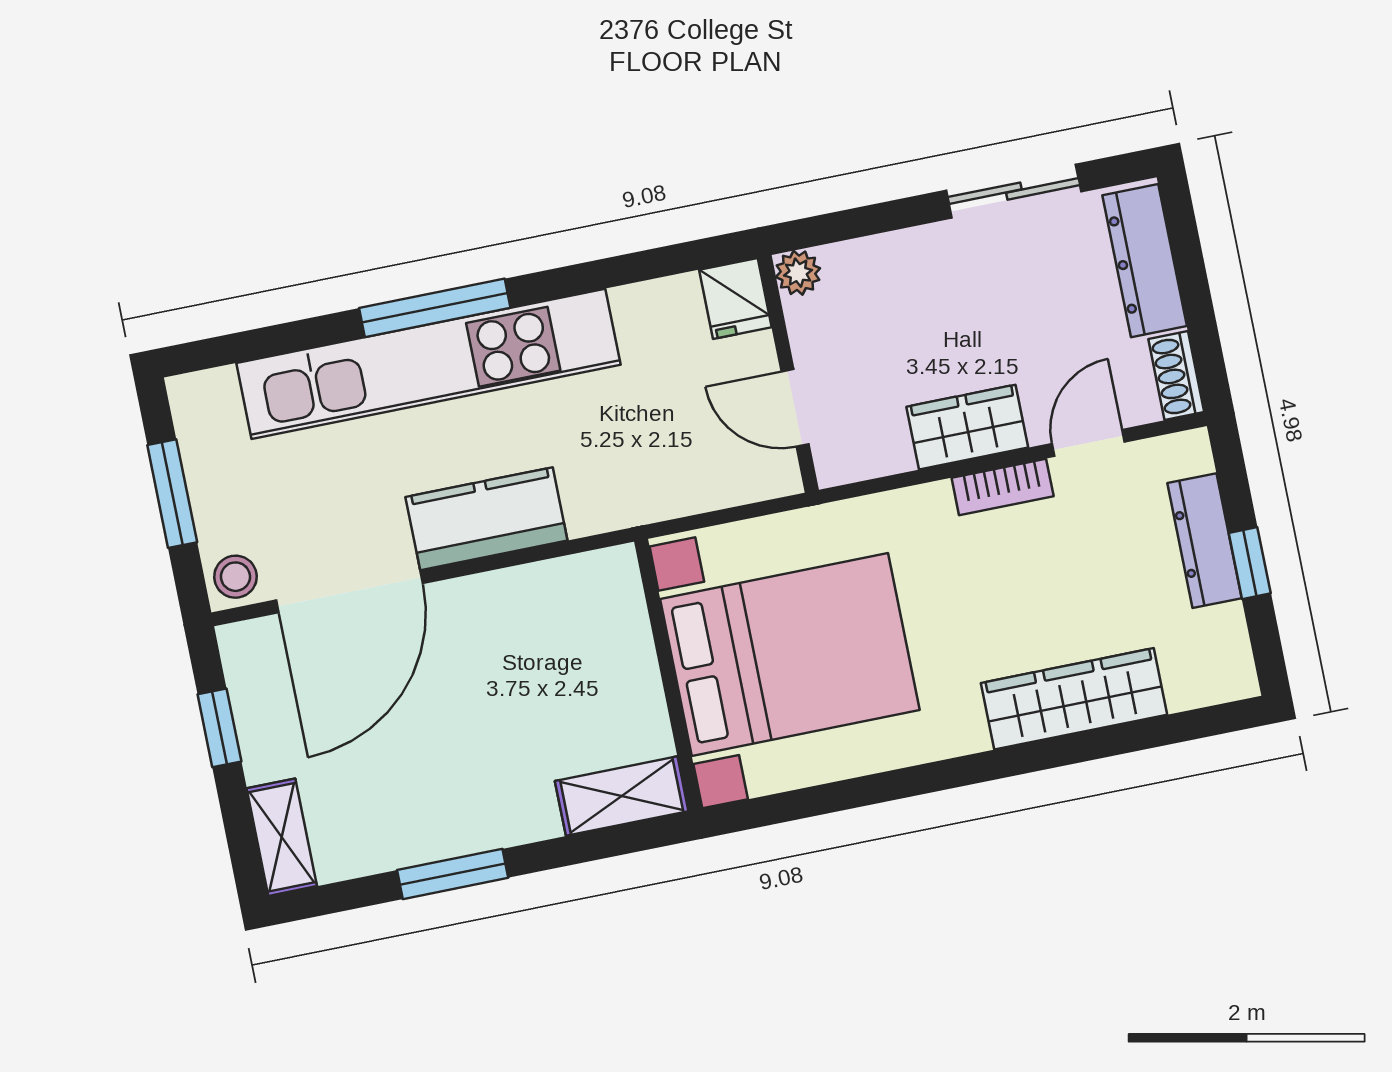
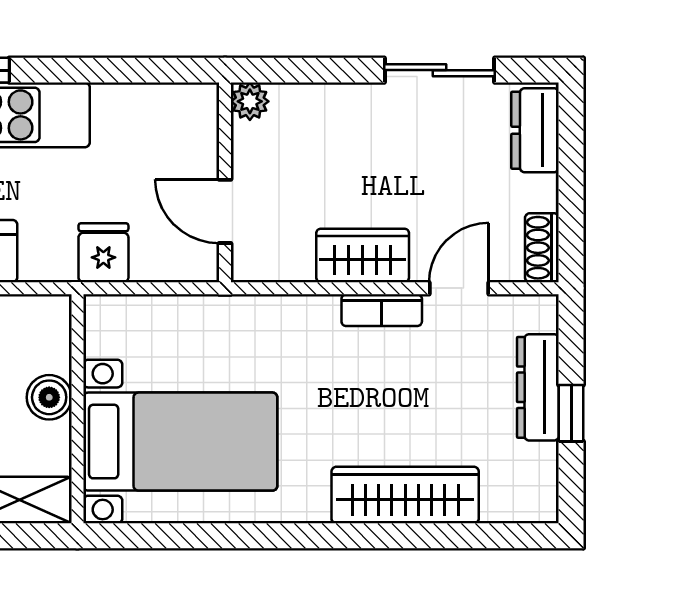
dresser: (1145, 261) -> (535, 130), width x0.70
fridge: (735, 298) -> (103, 253), moved, turned 180
bed with nightstands: (790, 654) -> (180, 442), width x0.73
boiler: (632, 668) -> (49, 397), added

